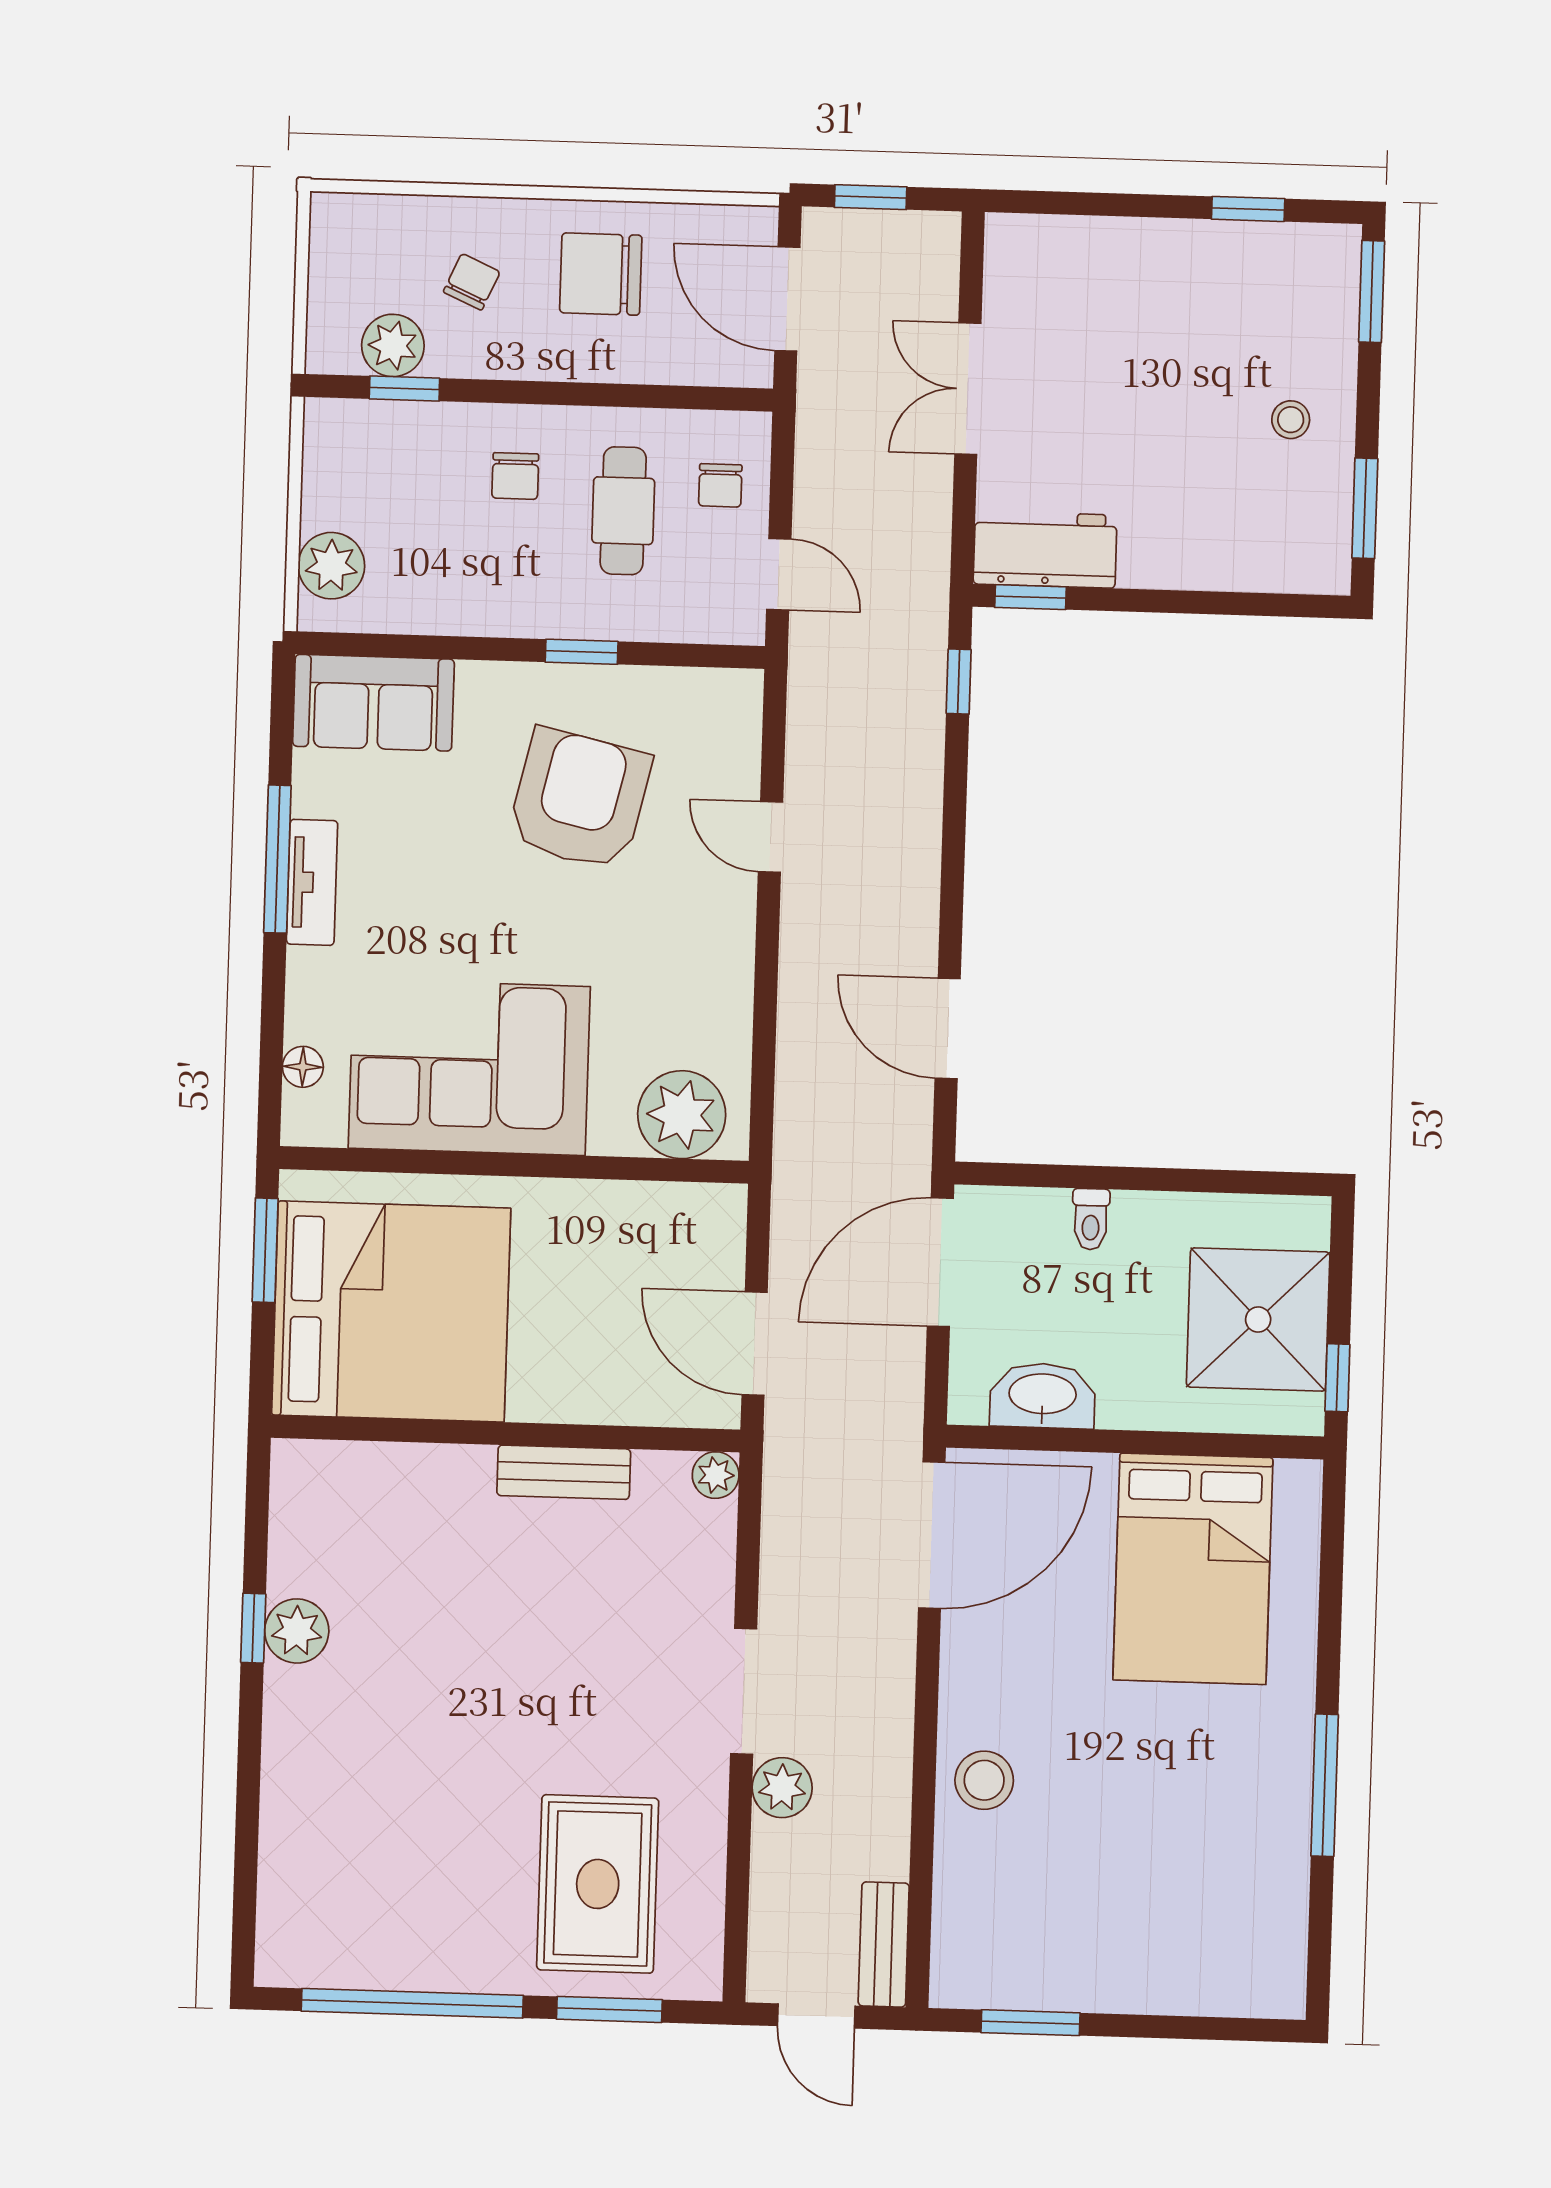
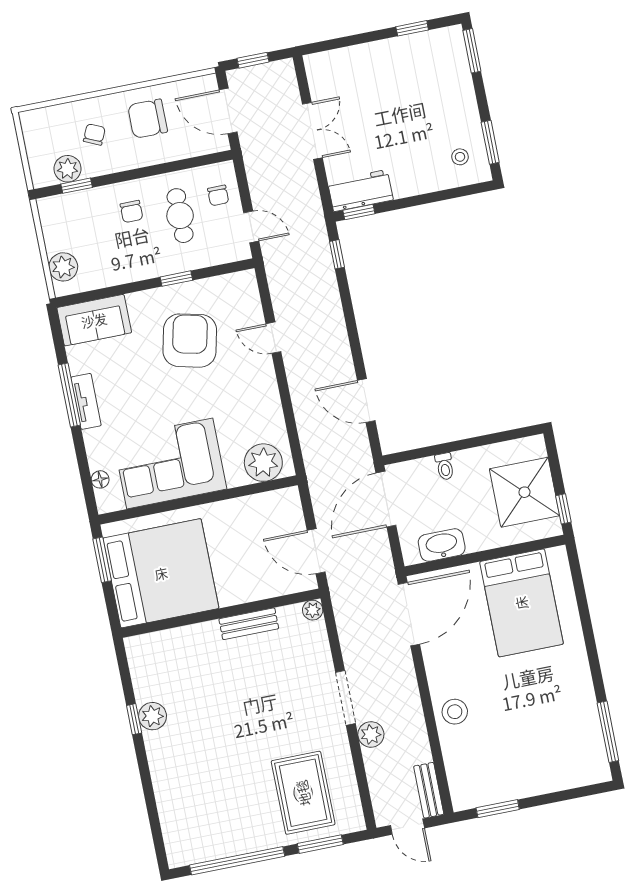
double door: (968, 389) -> (312, 131), swing flipped
stool: (1291, 420) -> (460, 157), moved
window: (1325, 1785) -> (608, 732), moved

